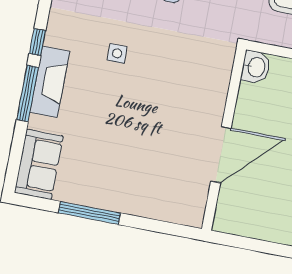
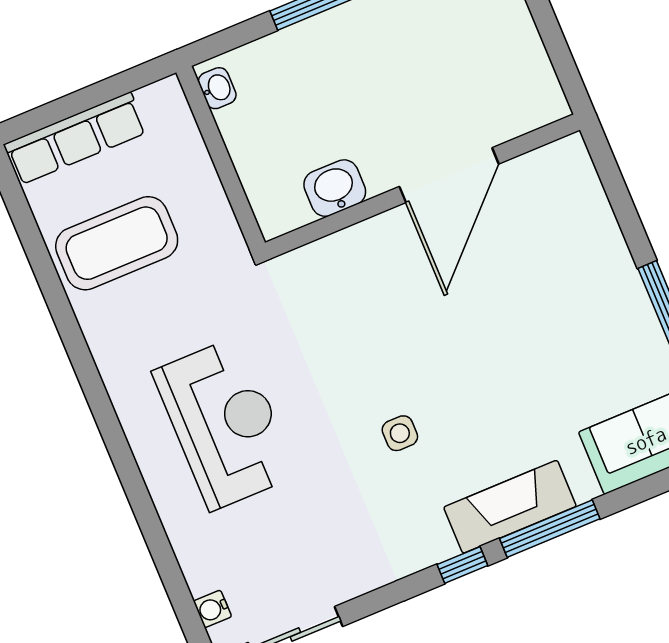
washbasin: (256, 67) -> (335, 188), moved
door: (221, 155) -> (449, 175), swing flipped

